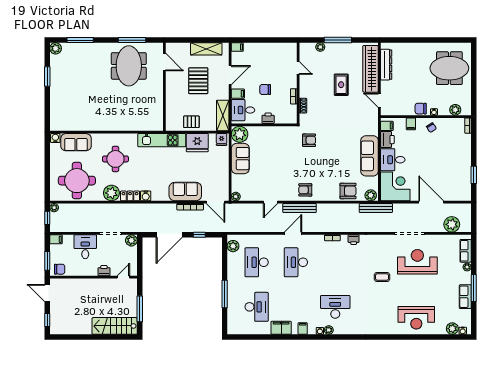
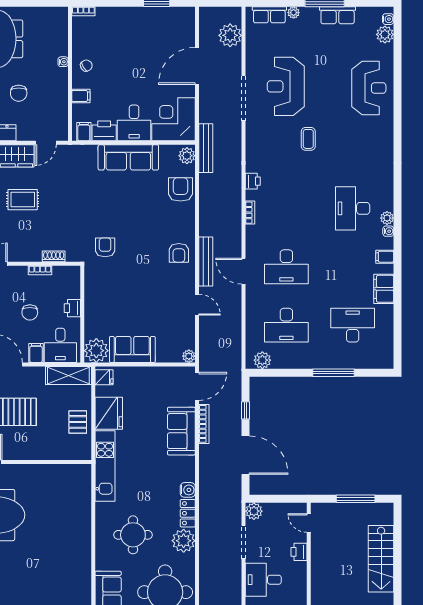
chair: (421, 109) -> (19, 93), moved
plant: (455, 110) -> (60, 30), removed
stairs: (115, 326) -> (381, 559), moved

